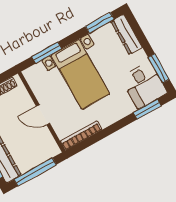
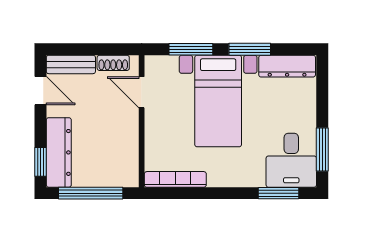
window: (100, 23) -> (250, 49), moved
dresser: (126, 35) -> (287, 66), moved, turned -90
door: (43, 115) -> (142, 92), moved

